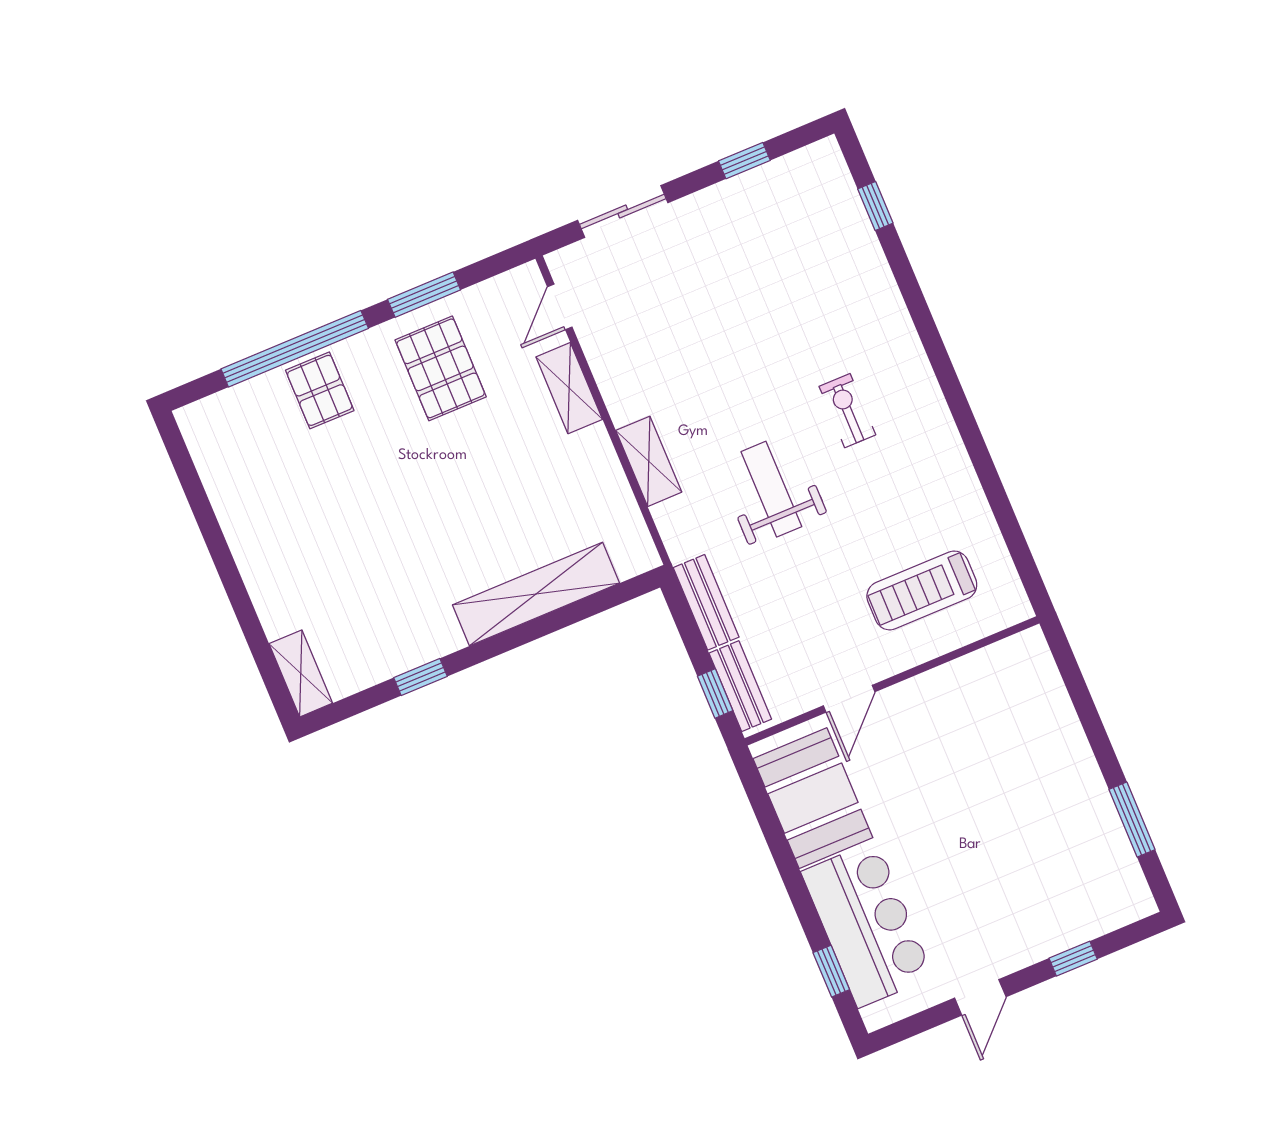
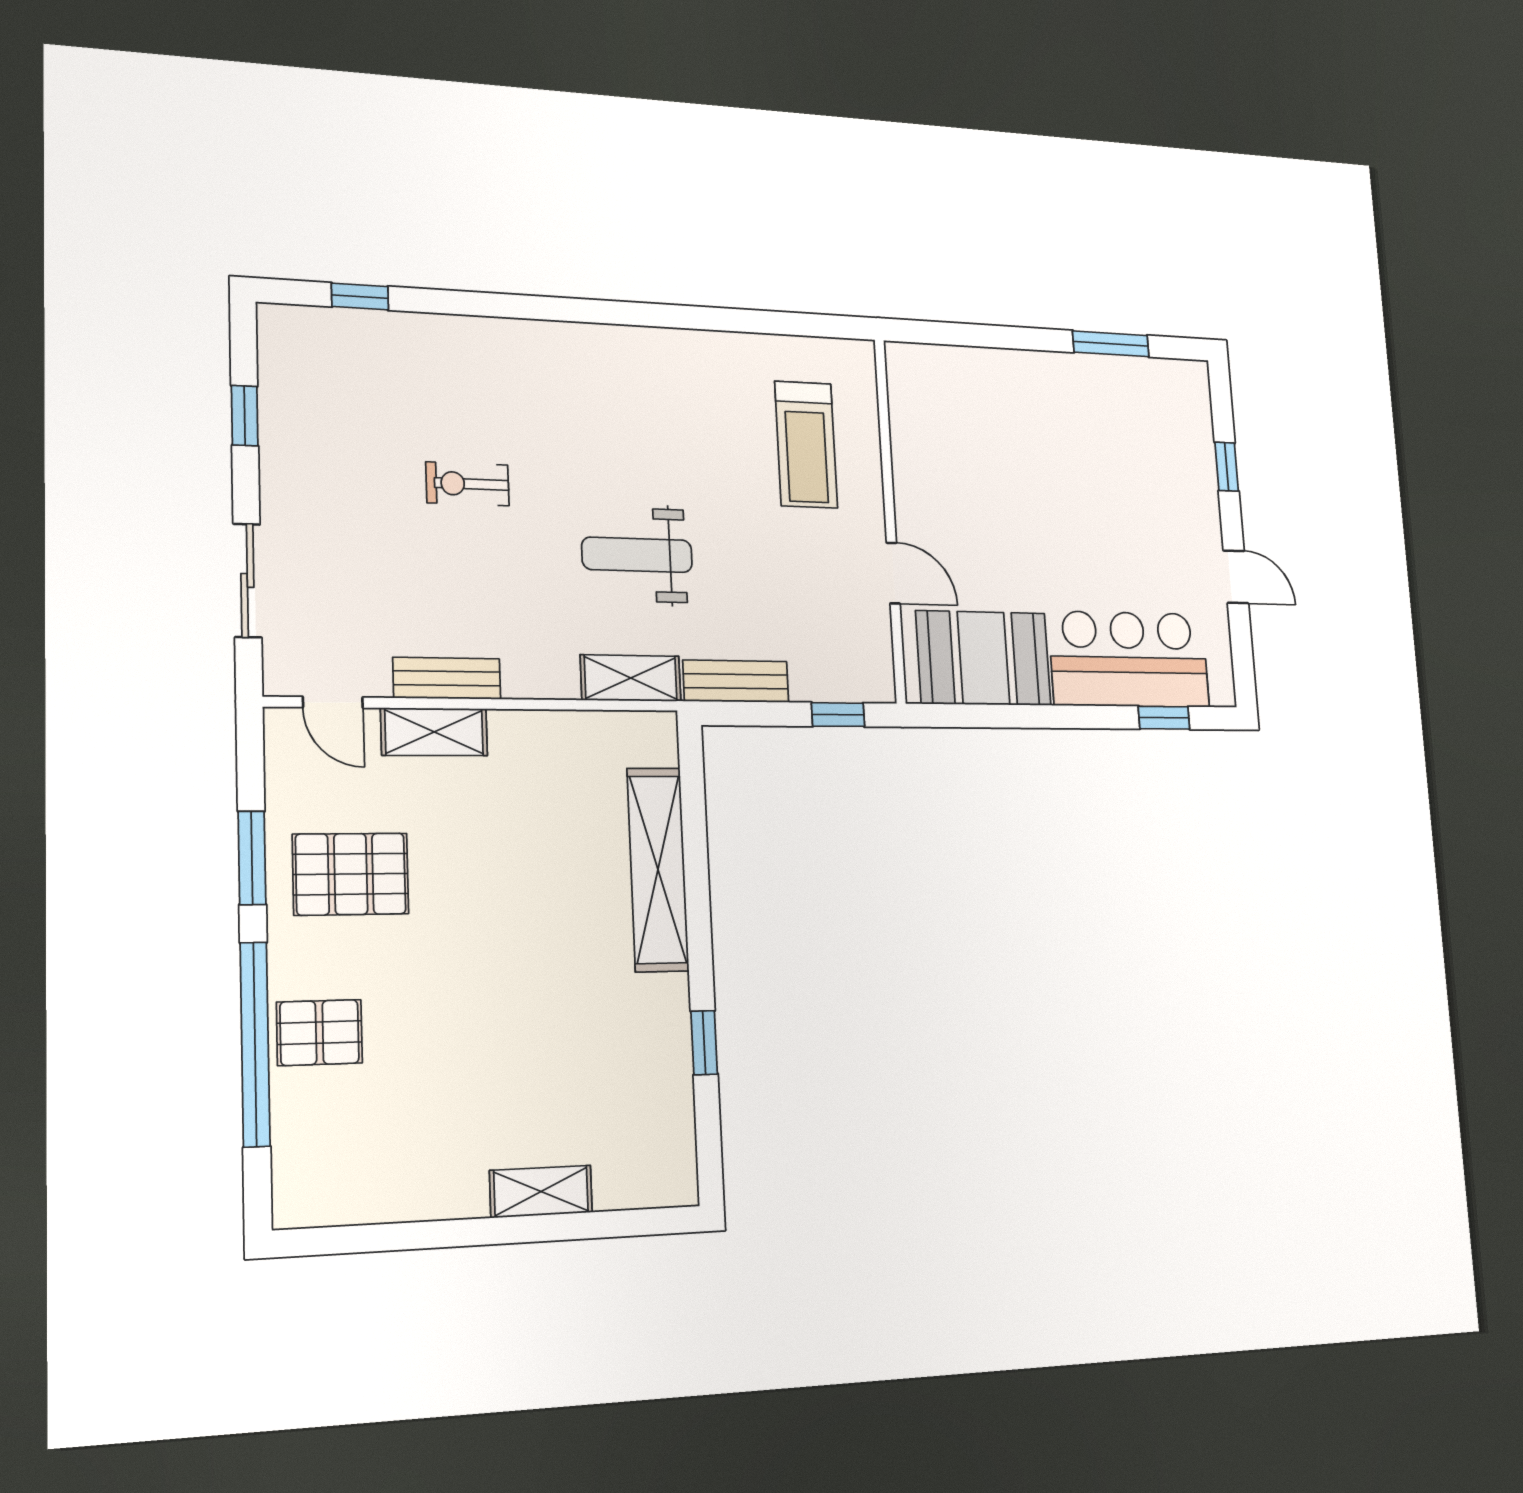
exercise bike: (847, 411) -> (467, 484), moved
shelving: (649, 461) -> (631, 678), moved
shelving: (301, 673) -> (541, 1191), moved
bench: (740, 686) -> (447, 678), moved

